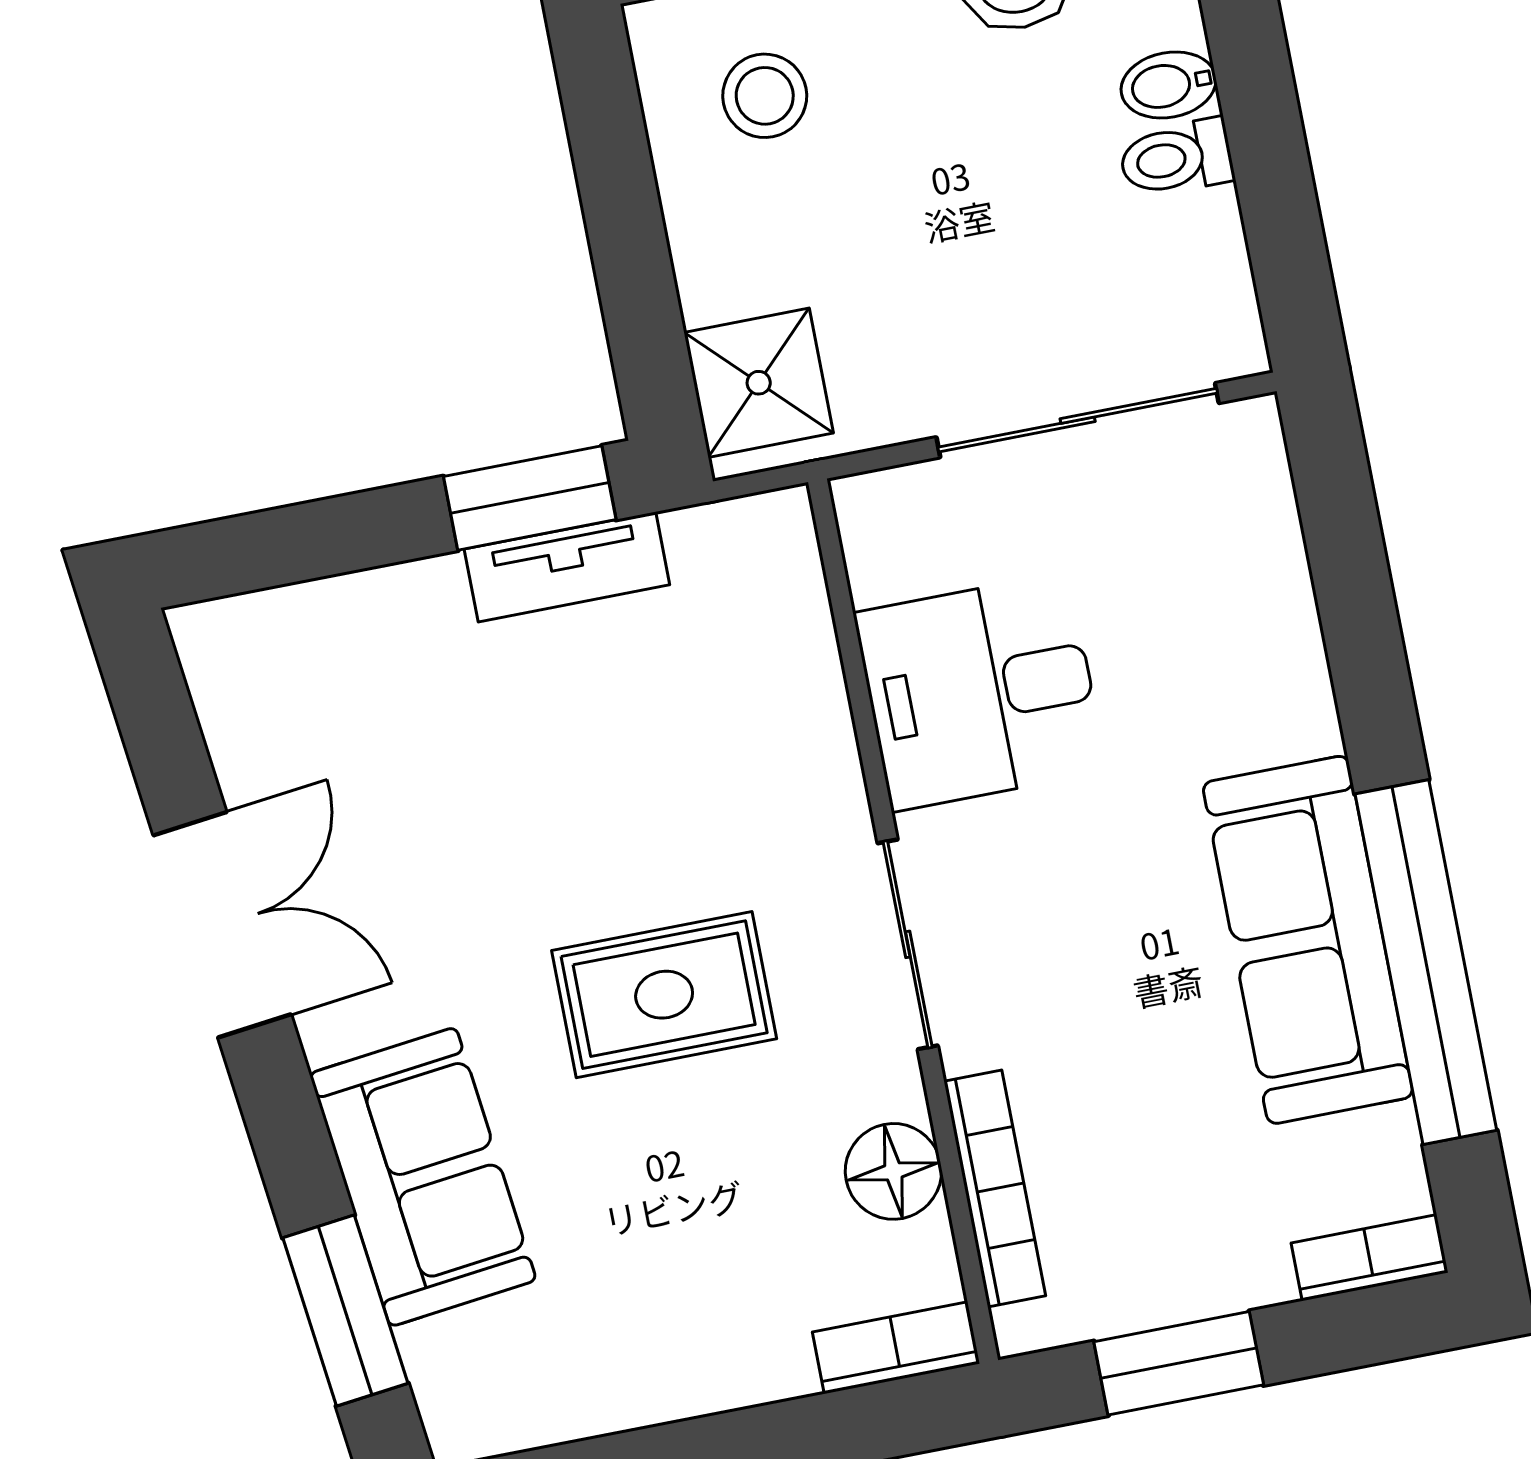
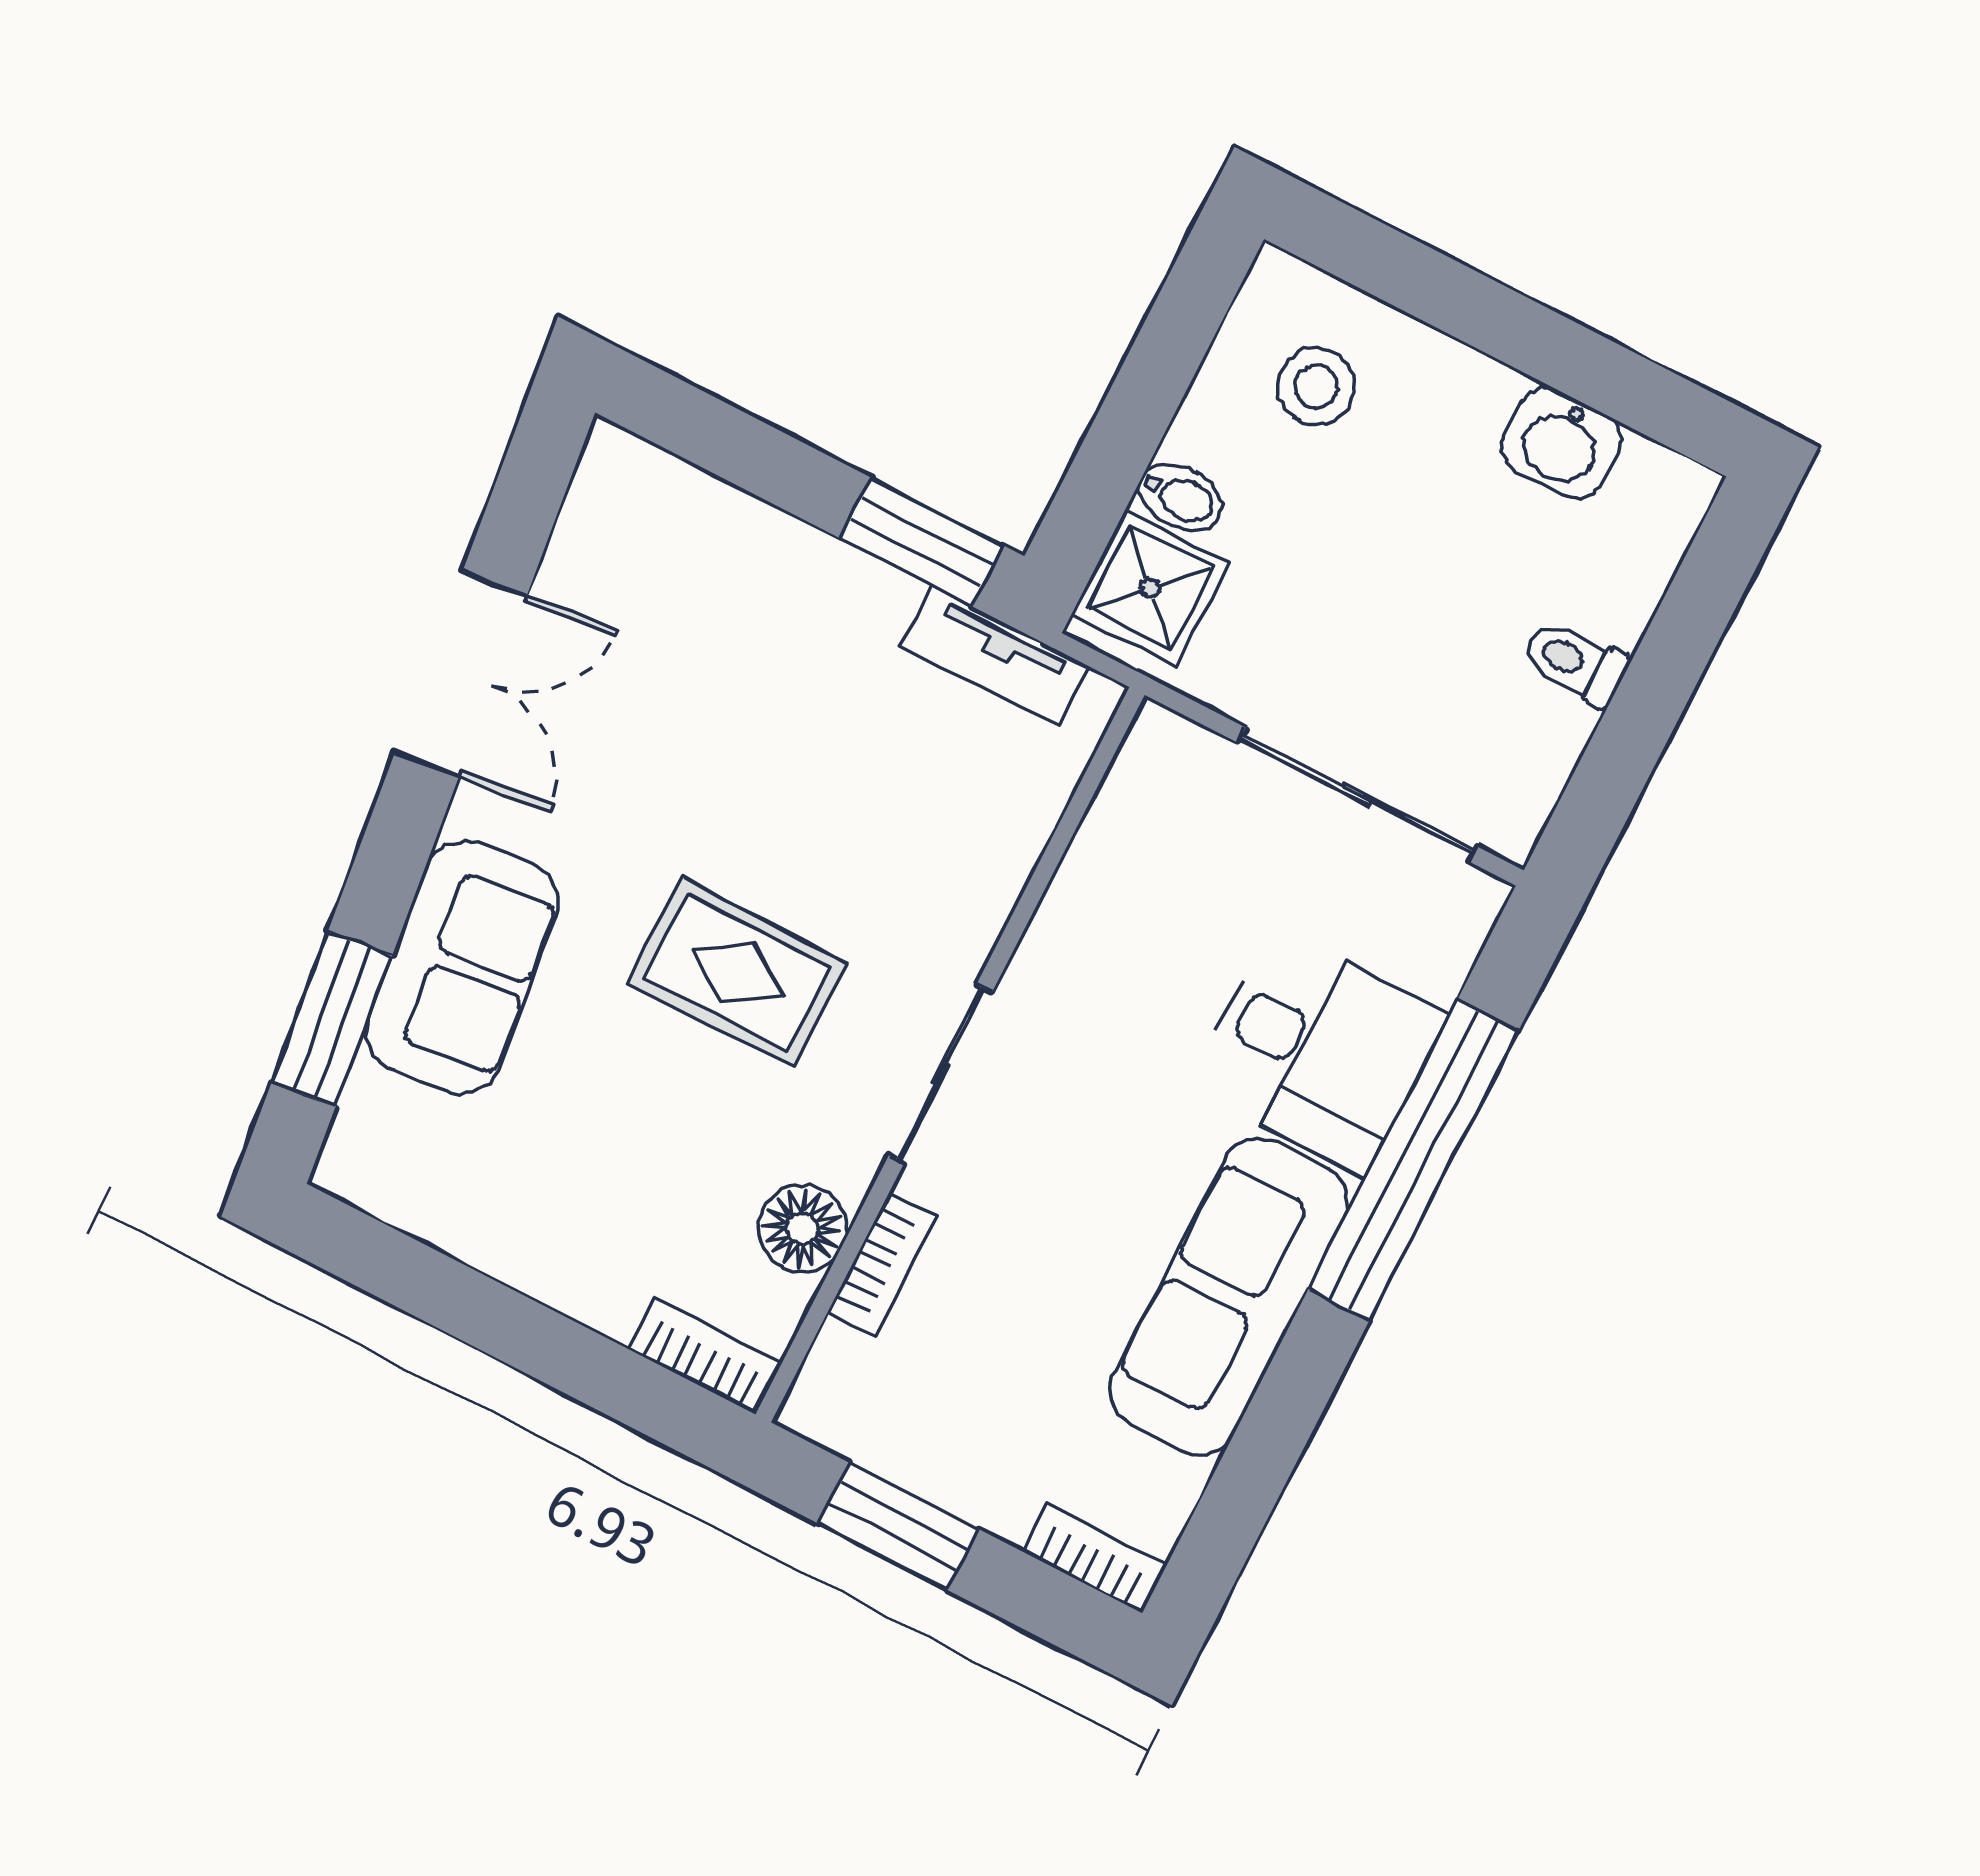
bidet: (1169, 85) -> (1180, 497), moved, turned 180
tv unit: (567, 567) -> (995, 656), moved
desk: (980, 692) -> (1318, 1051), moved, turned 180
window: (1426, 962) -> (1413, 1160), moved
bookcase: (995, 1189) -> (882, 1264), width x0.64

